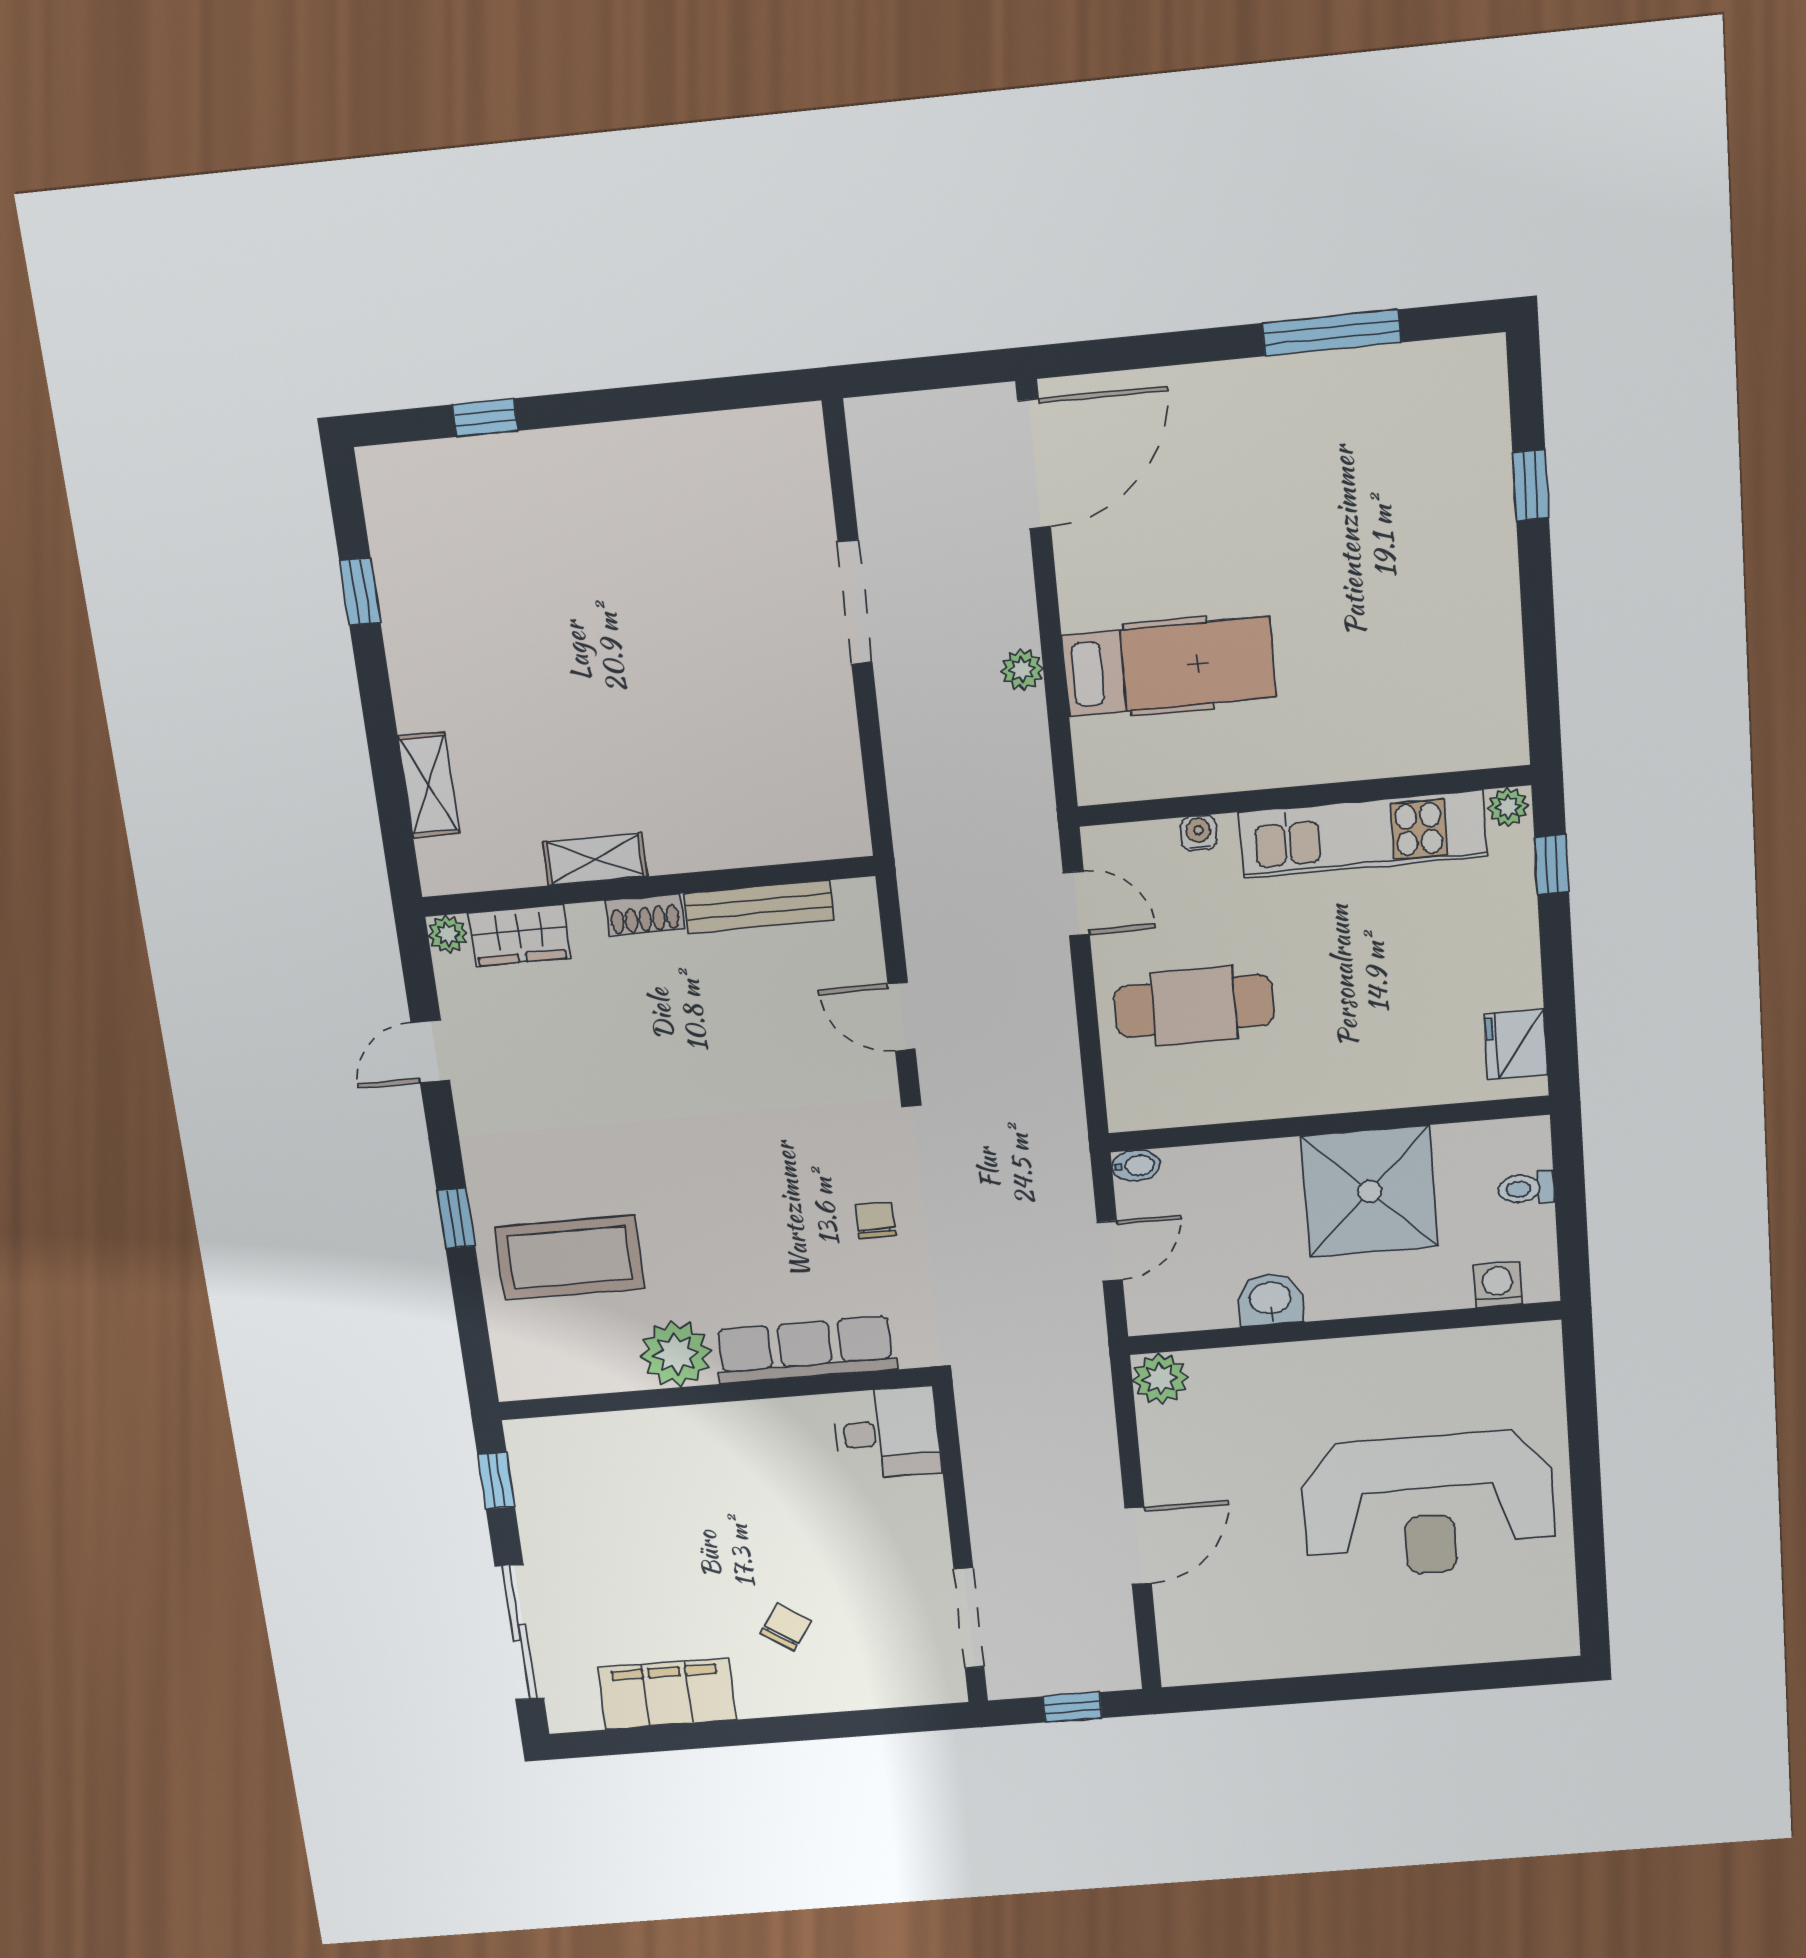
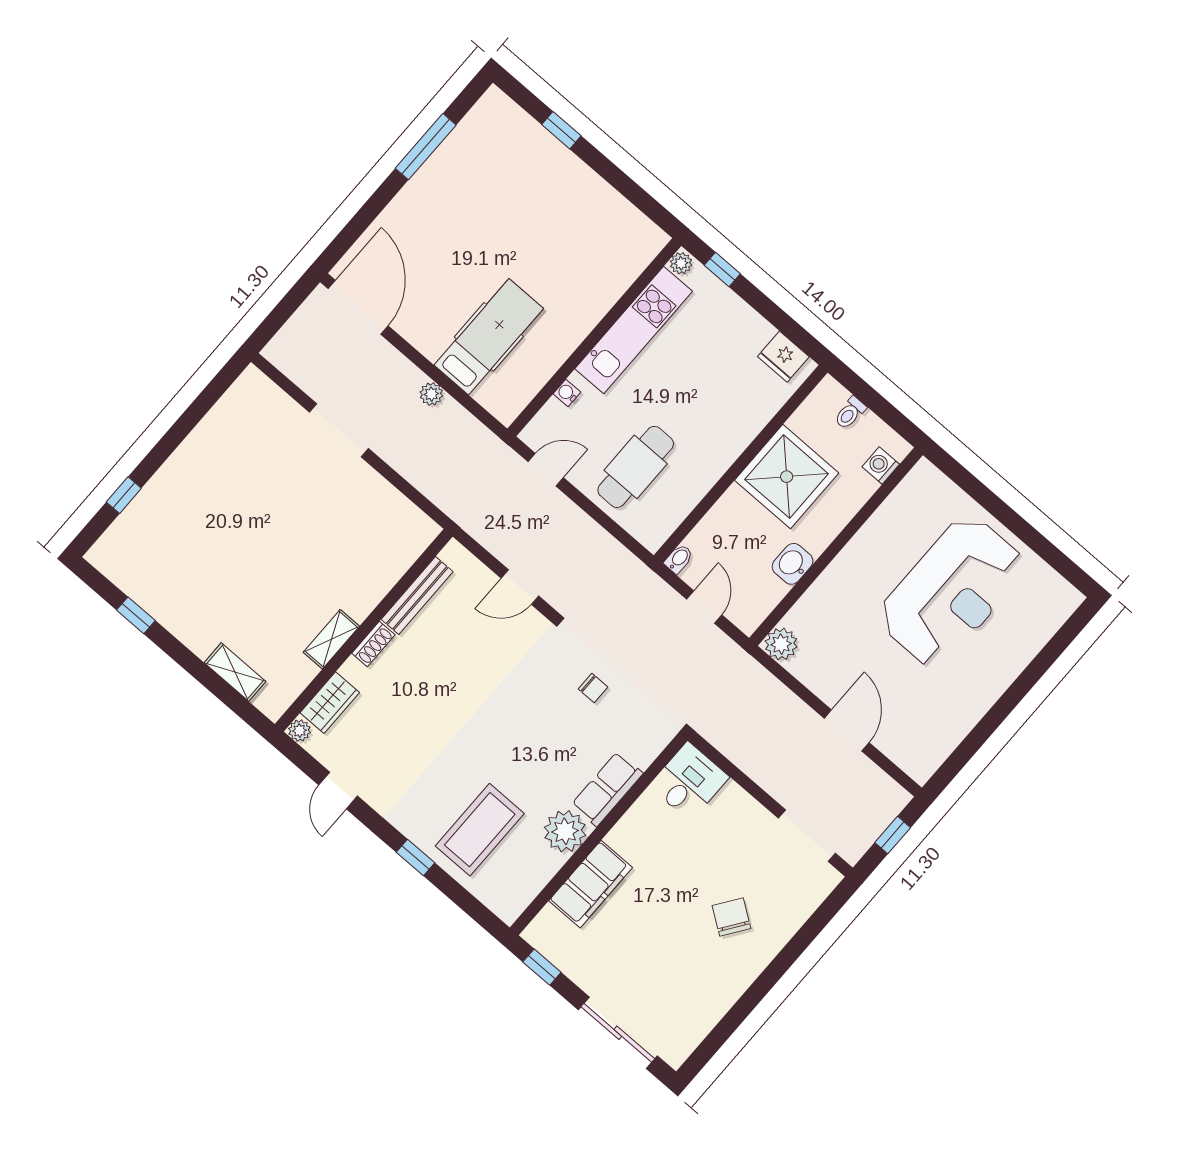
chair: (875, 1220) -> (593, 688), turned 180
row of seats: (806, 1350) -> (607, 789), width x0.68
chair: (786, 1627) -> (731, 917), width x1.37, depth x1.37
filing cabinet: (667, 1694) -> (591, 884), moved, turned 180

